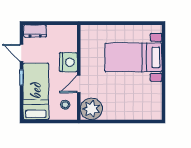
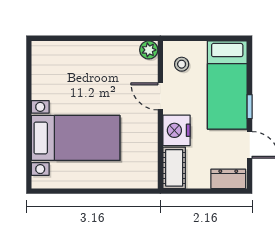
cot: (70, 38) -> (174, 168), added
door: (79, 84) -> (160, 96), swing flipped
plant: (91, 109) -> (149, 50), width x0.53, depth x0.53

